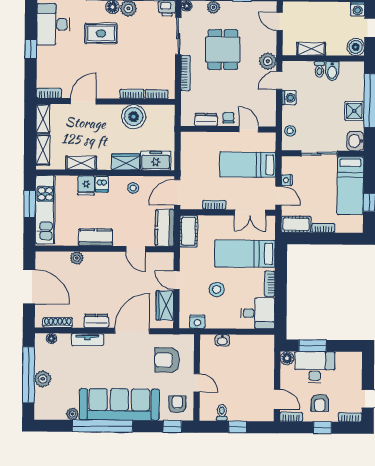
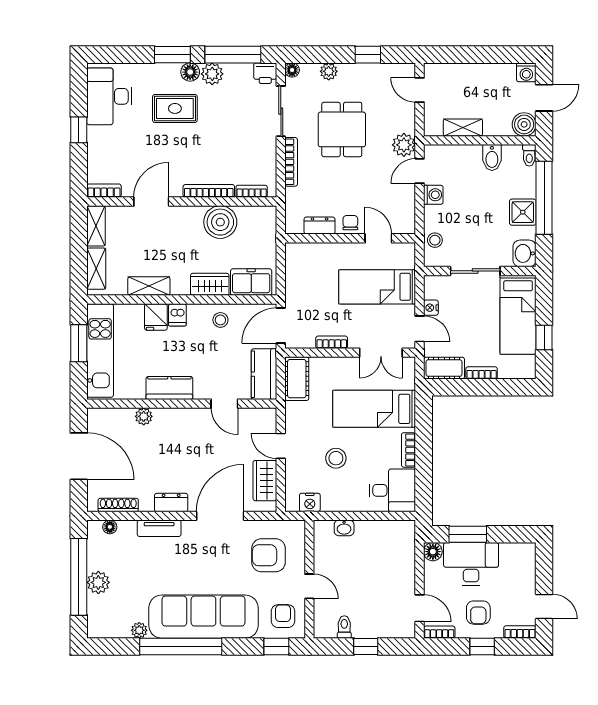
toilet: (319, 69) -> (529, 155), moved
bookcase: (132, 94) -> (209, 191), width x1.56

